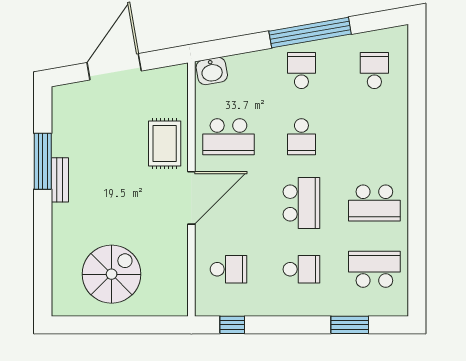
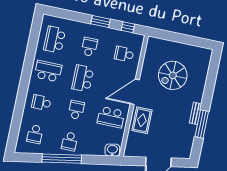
school desk: (228, 137) -> (111, 117), turned 180
school desk: (374, 137) -> (41, 103), added
school desk: (301, 269) -> (89, 47), turned 90
school desk: (374, 269) -> (55, 40), turned 90
spiral stairs: (112, 274) -> (173, 75), moved
window: (350, 325) -> (100, 22), moved

